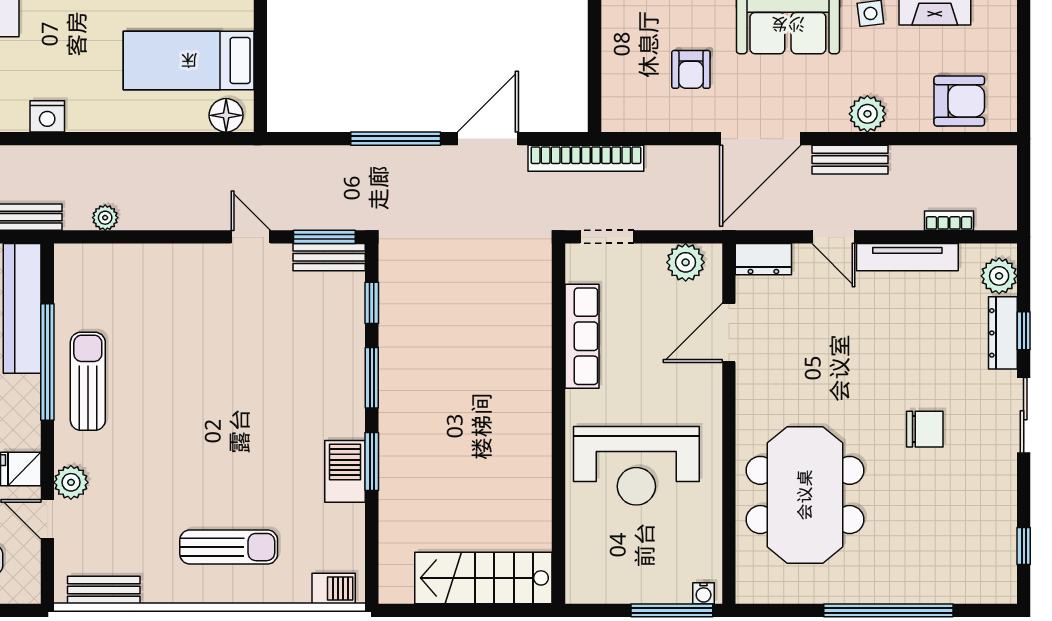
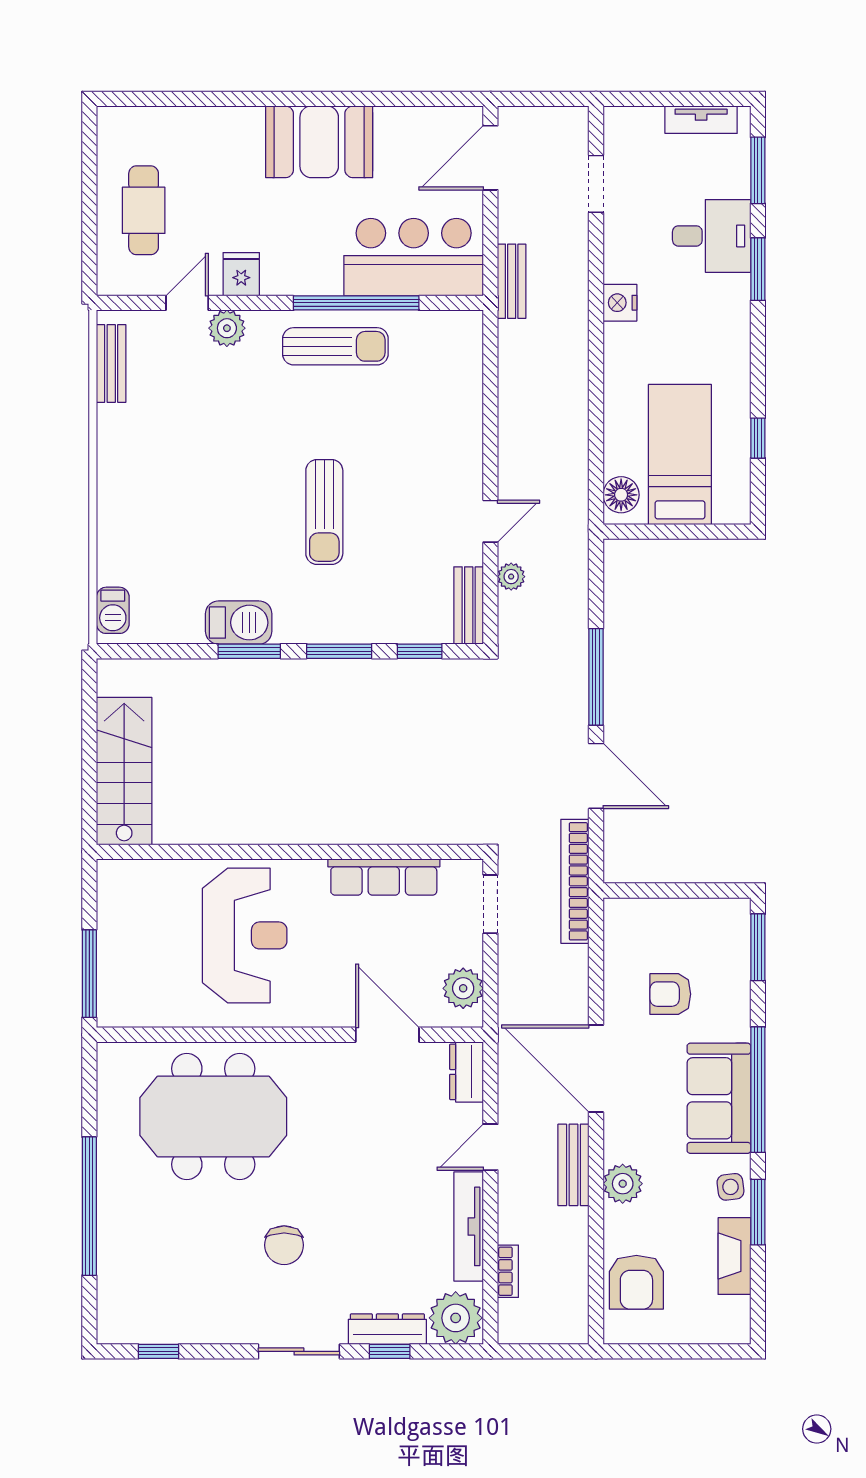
plant: (105, 218) -> (511, 577), moved
window: (324, 237) -> (490, 600), removed
plant: (999, 276) -> (456, 1318), width x1.36, depth x1.36
reception desk: (636, 466) -> (245, 935), turned 180
sun lounger: (229, 547) -> (324, 512), moved
water cooler: (704, 593) -> (108, 1008), removed

